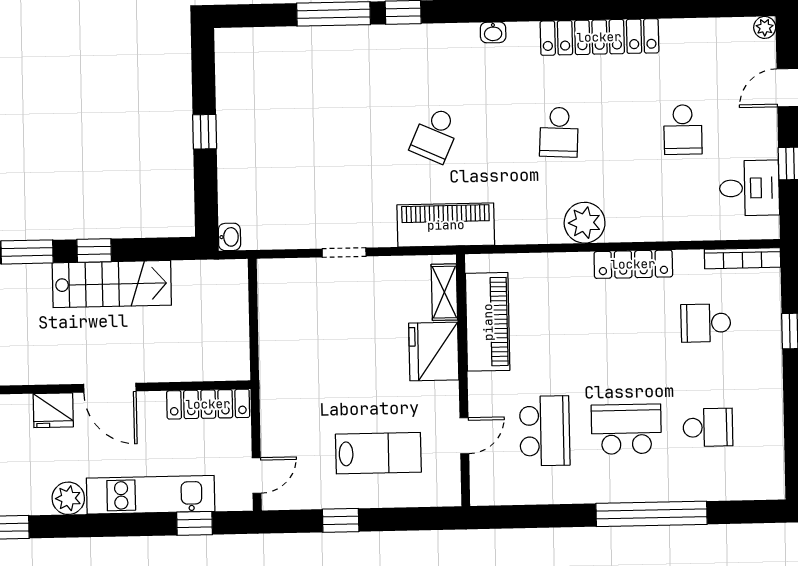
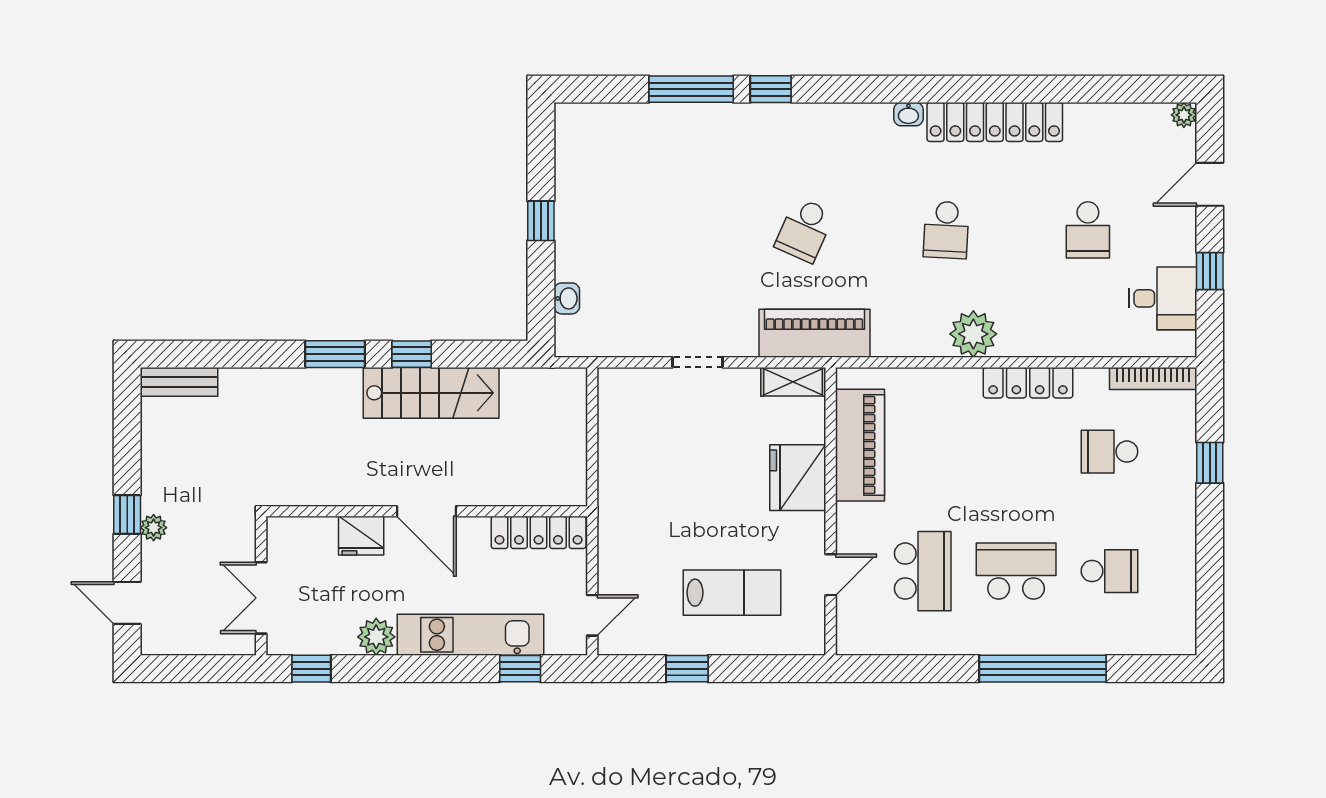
washbasin: (493, 32) -> (908, 114), moved
washbasin: (229, 237) -> (567, 298), moved
shelving: (444, 292) -> (793, 382), moved, turned 90

